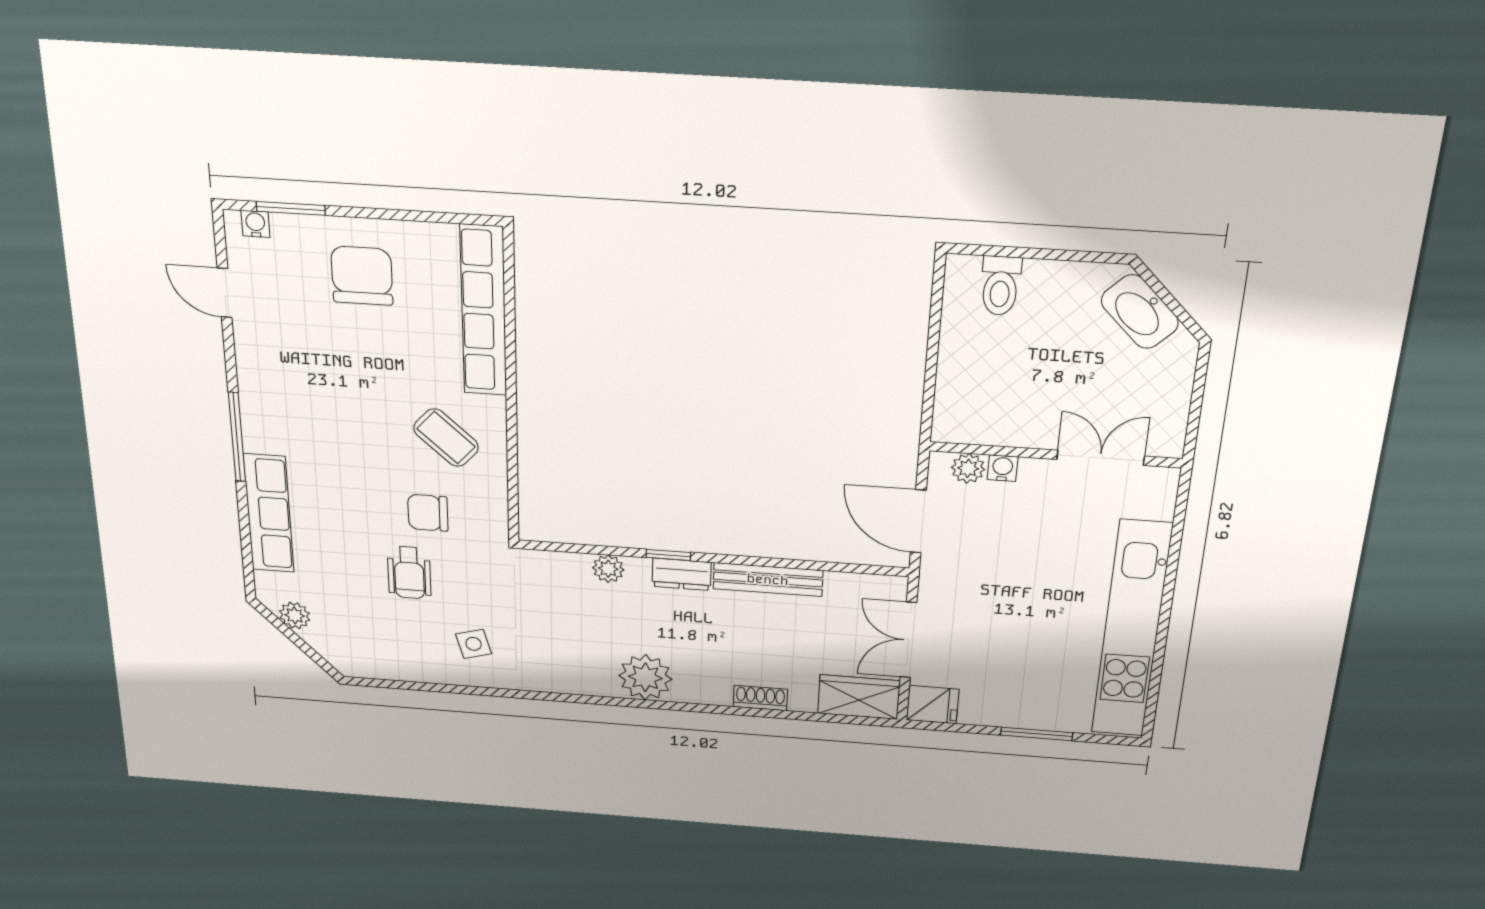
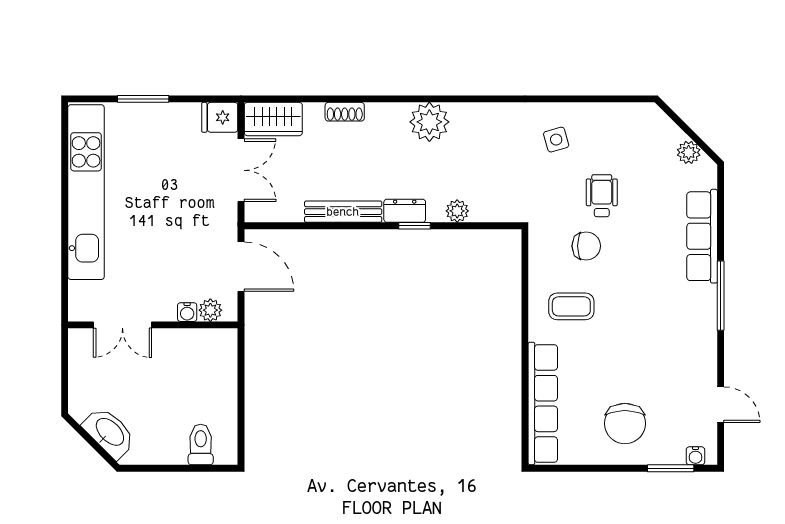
coffee table: (446, 438) -> (571, 306), turned -42

